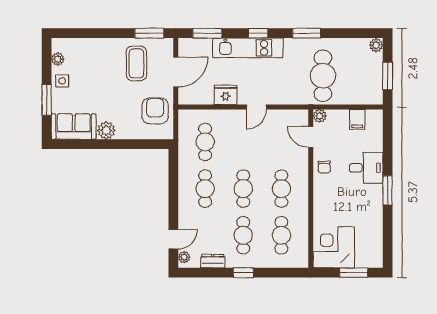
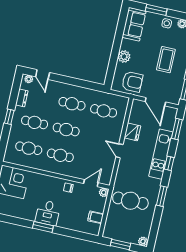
coffee table: (136, 63) -> (166, 60), moved, turned 90
plant: (106, 130) -> (124, 57), moved
desk: (366, 168) -> (48, 213), moved

